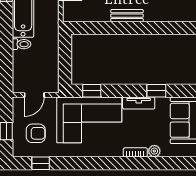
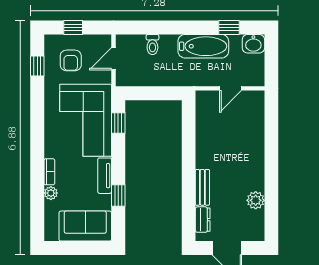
dresser: (178, 15) -> (203, 220), added
bench: (127, 16) -> (202, 187), moved
toilet: (22, 44) -> (152, 45), moved
door: (34, 95) -> (113, 59), hinge flipped

